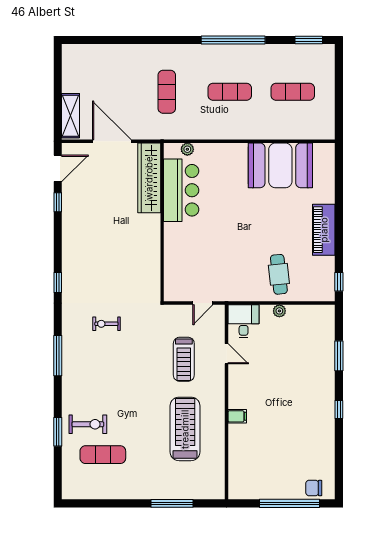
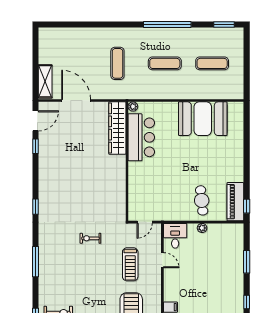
wardrobe: (149, 178) -> (117, 128), moved
bar counter: (181, 190) -> (141, 137), moved
wall: (162, 222) -> (127, 161), moved
piano: (324, 230) -> (235, 202), moved
exercise bike: (106, 324) -> (90, 238), moved

